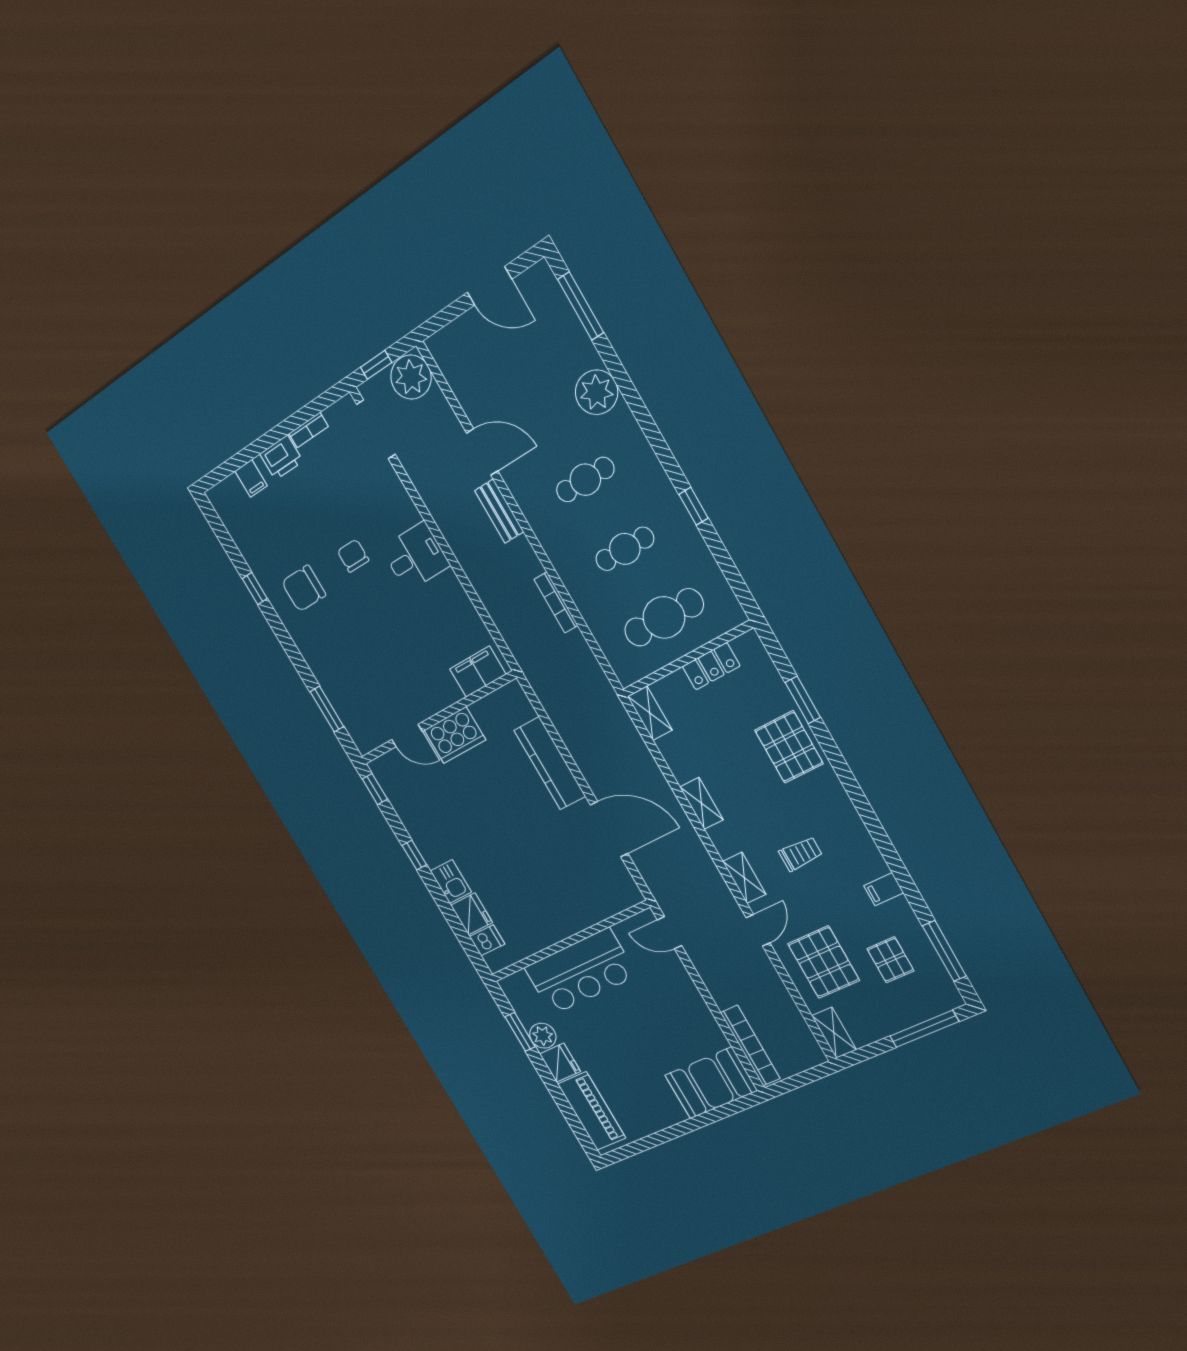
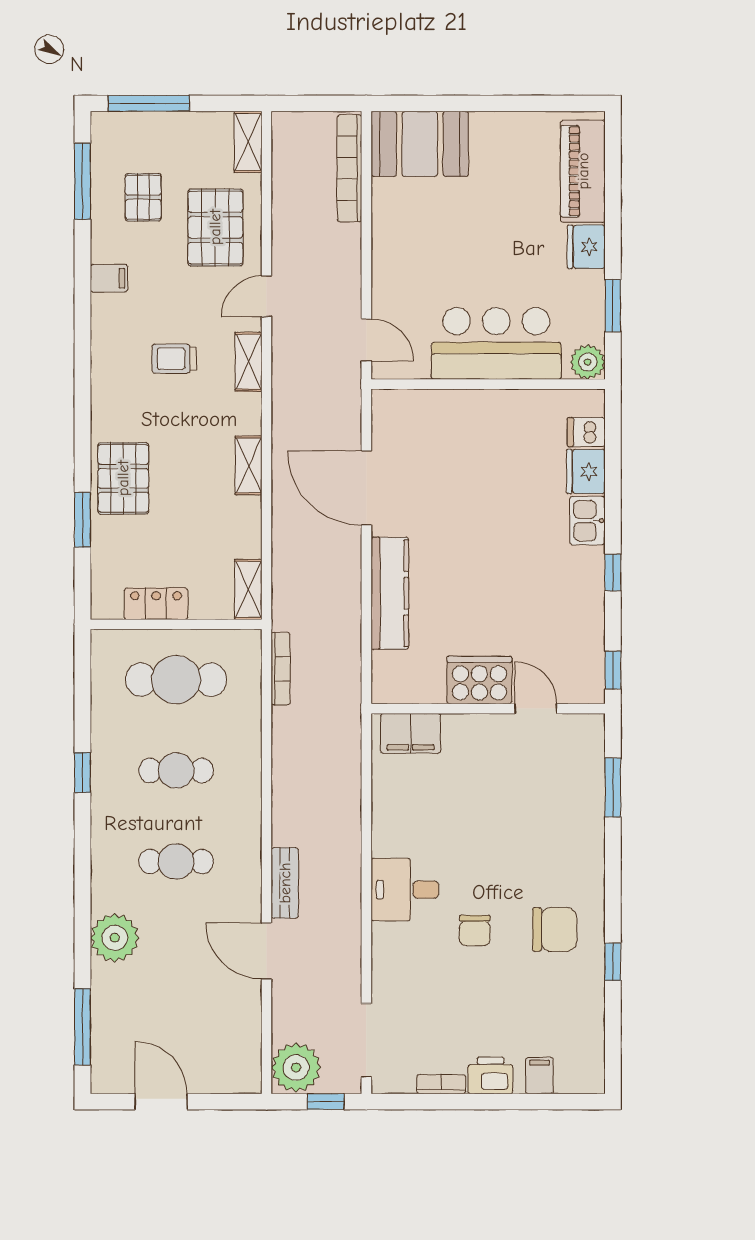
bookcase: (556, 603) -> (281, 669), moved
plant: (543, 1036) -> (588, 362), moved

